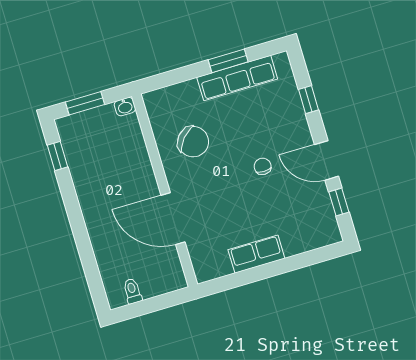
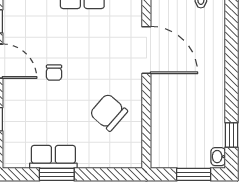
row of seats: (237, 78) -> (53, 157), width x0.68
washbasin: (125, 107) -> (218, 157), moved, turned -90

